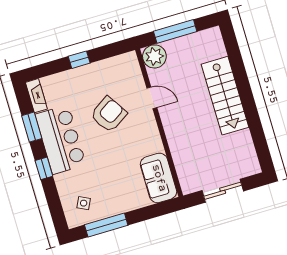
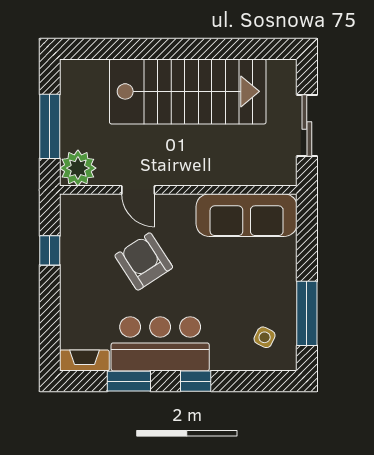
window: (79, 60) -> (50, 250), moved
stairs: (225, 96) -> (188, 91), width x1.36, depth x1.51
door: (152, 98) -> (138, 190), swing flipped
sofa: (159, 178) -> (247, 215), width x1.36

